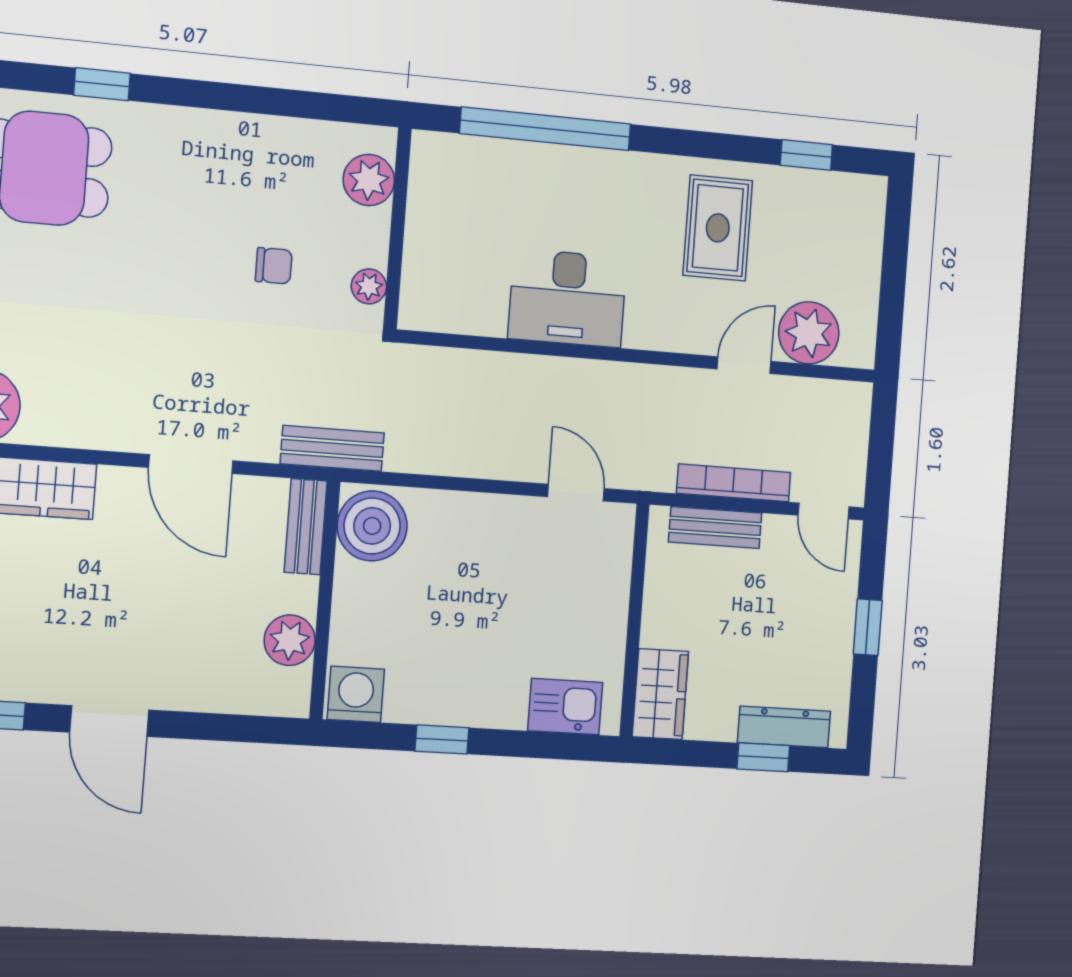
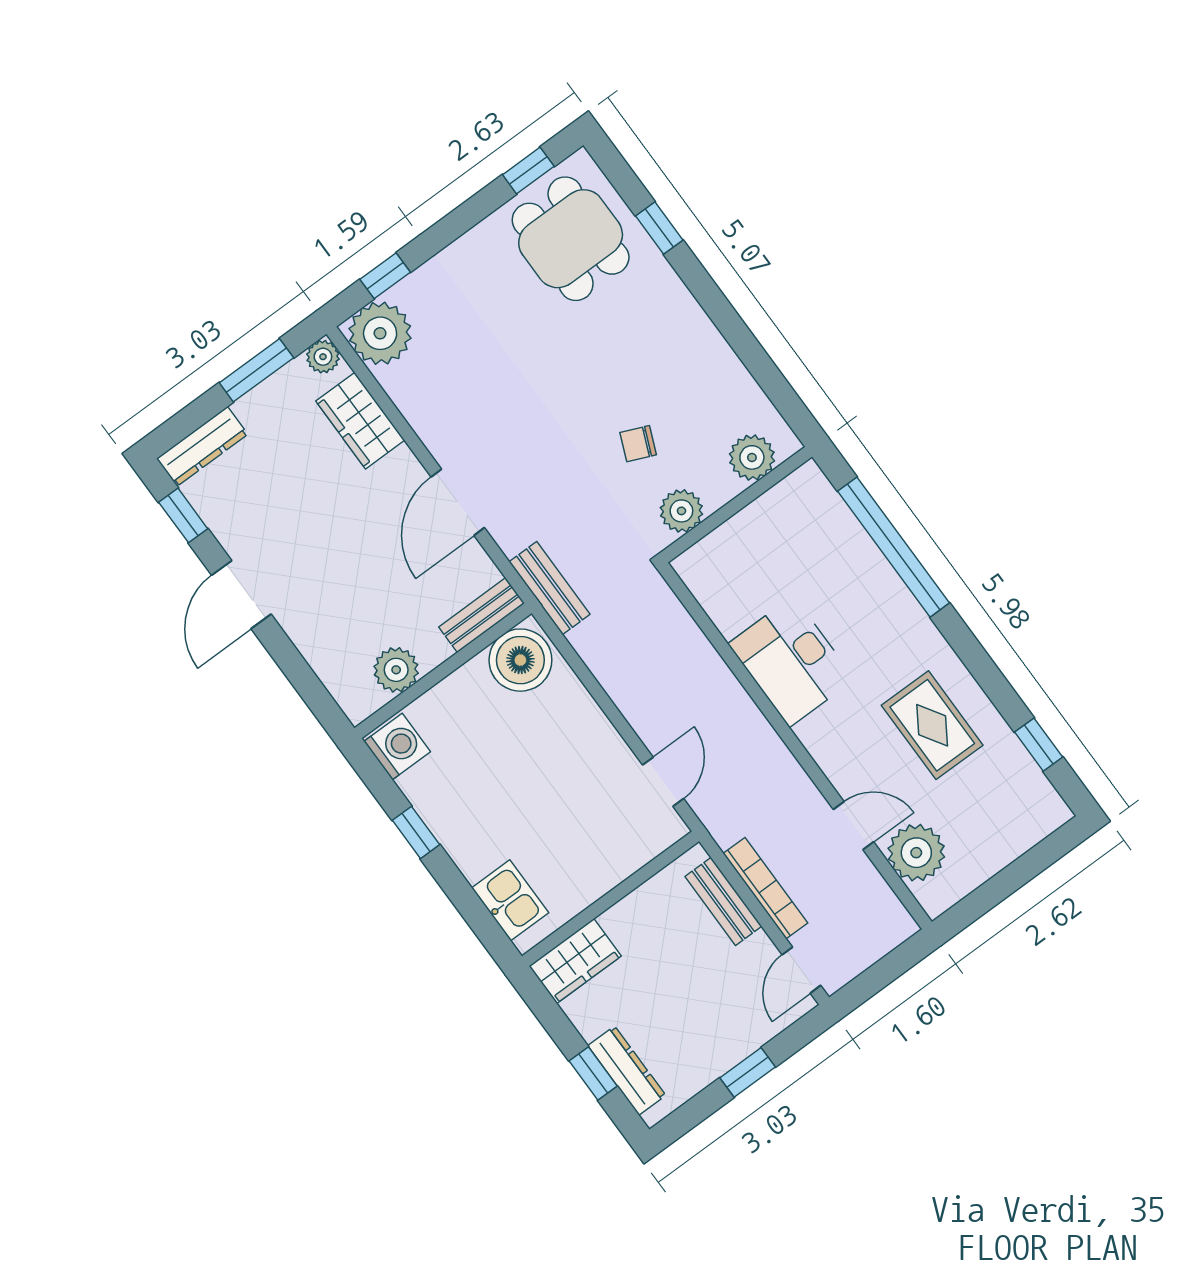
rug: (718, 228) -> (932, 725), turned 90
chair: (274, 266) -> (638, 444), turned 113
plant: (369, 286) -> (681, 511), width x1.38, depth x1.38

